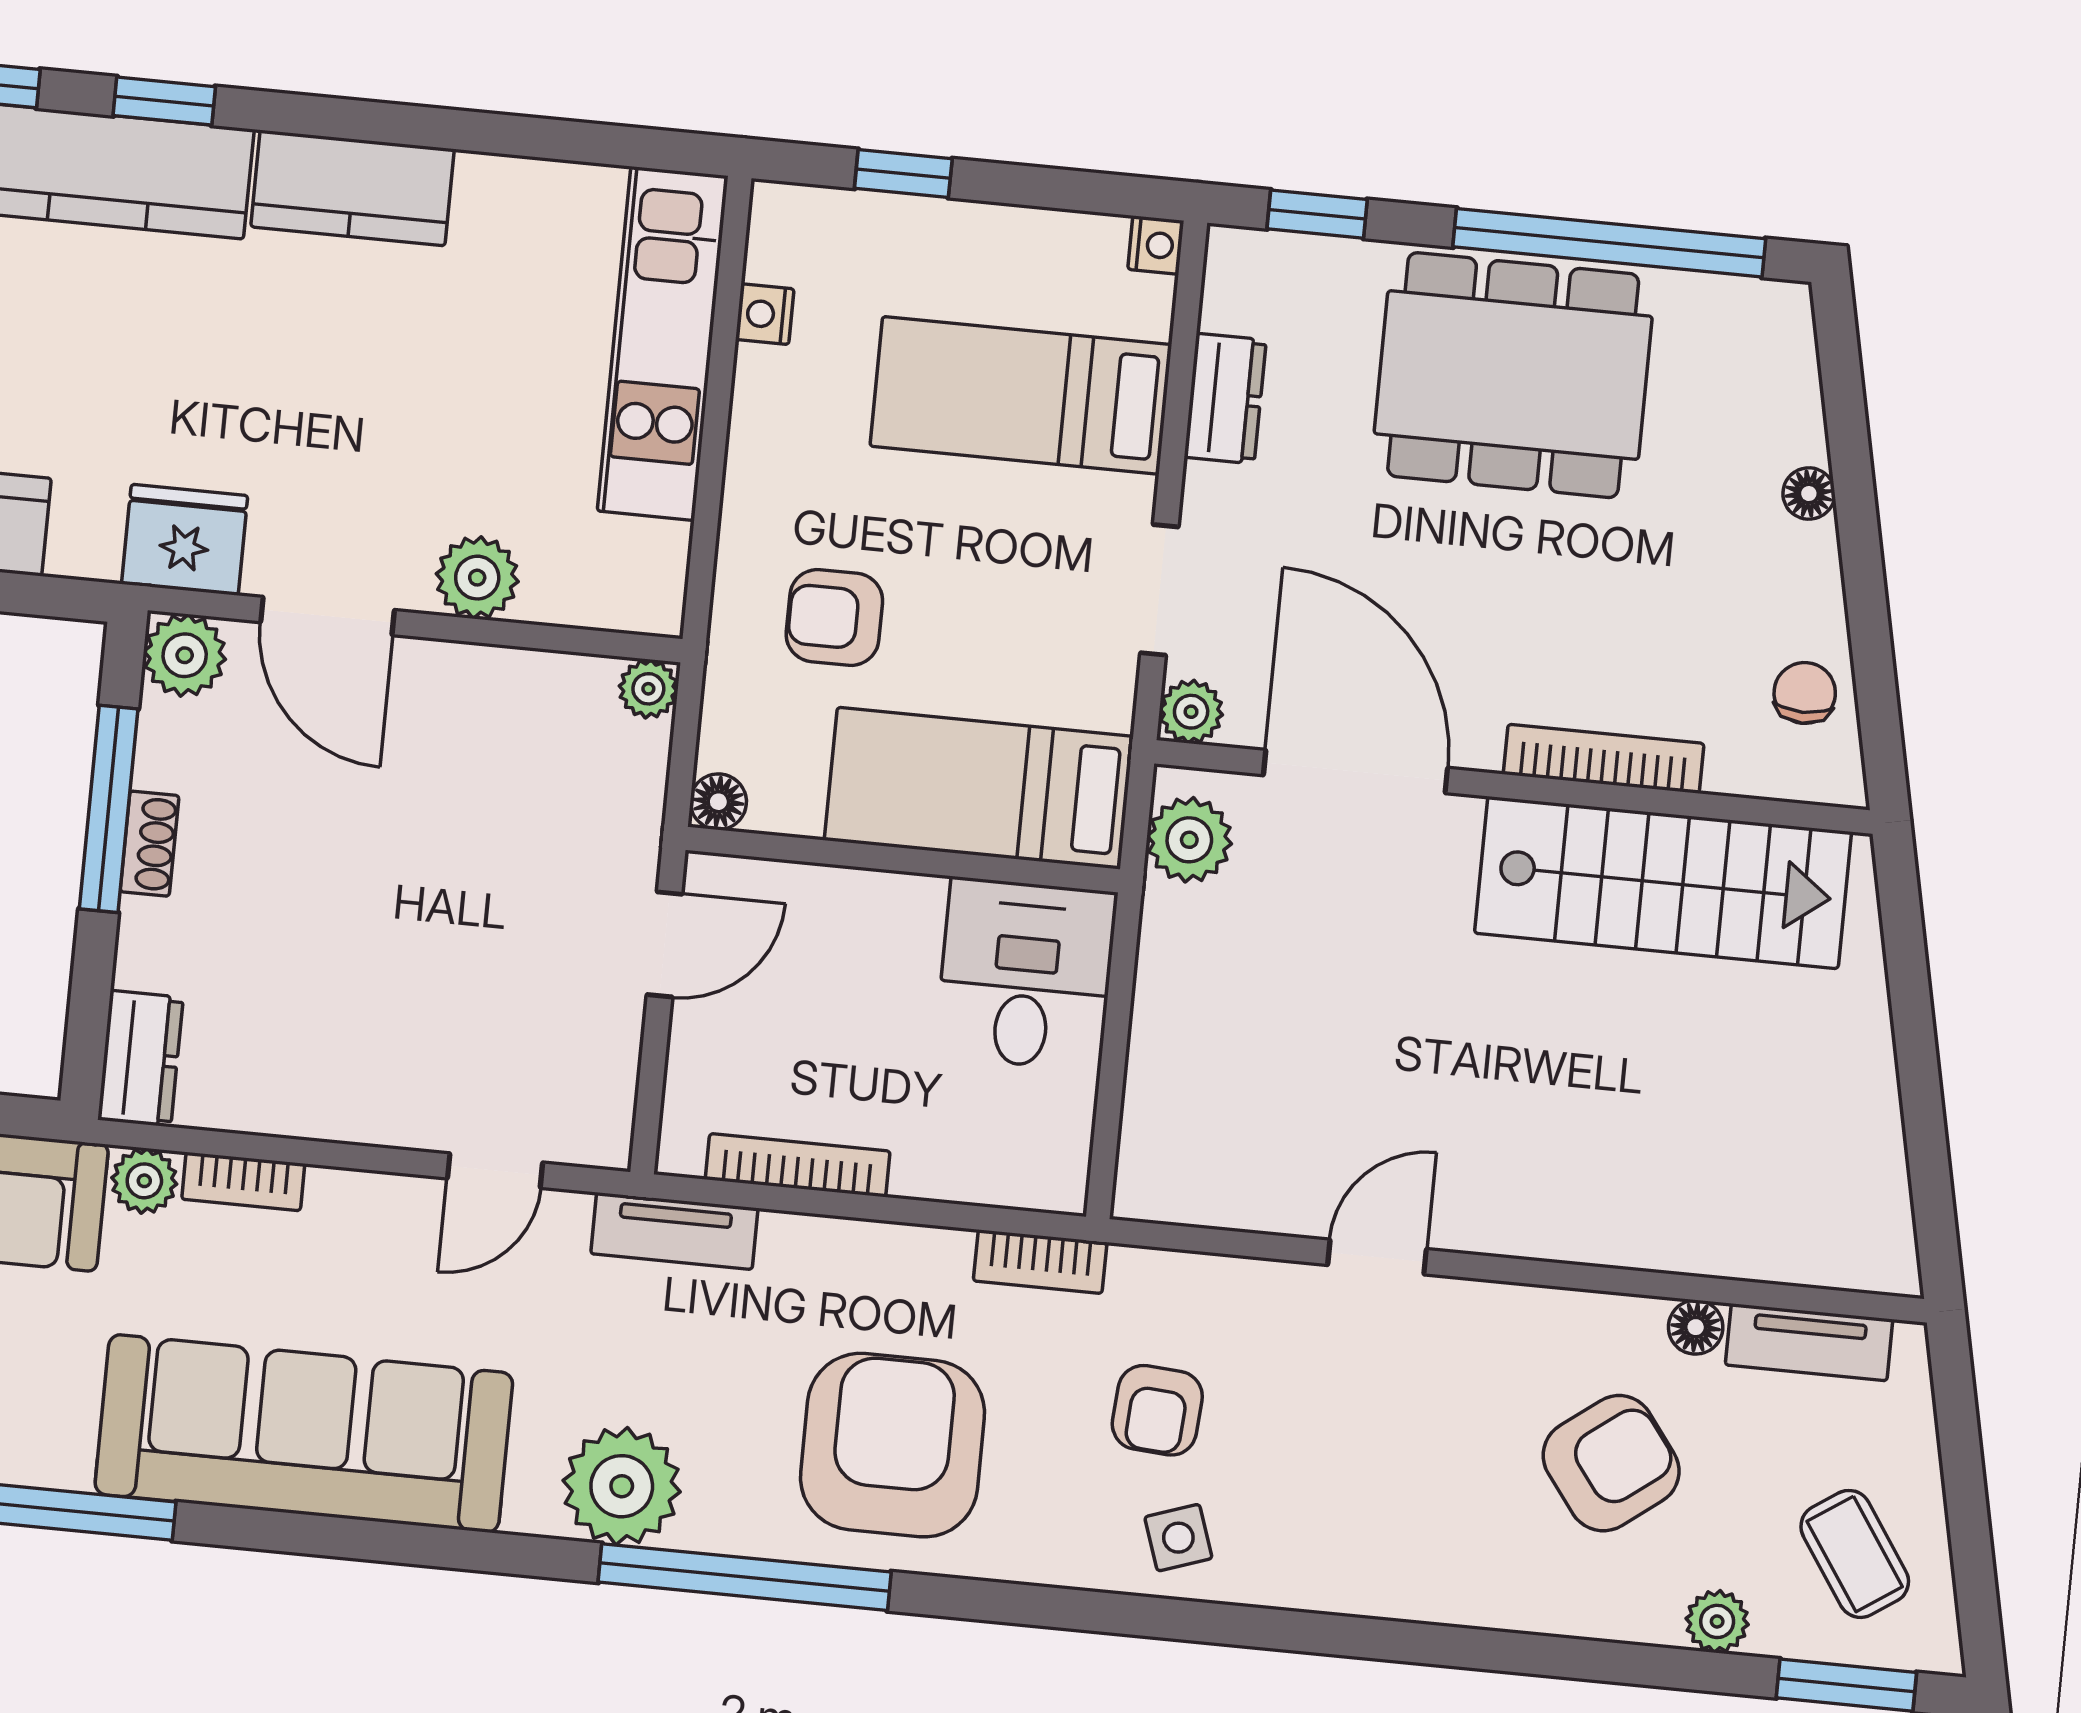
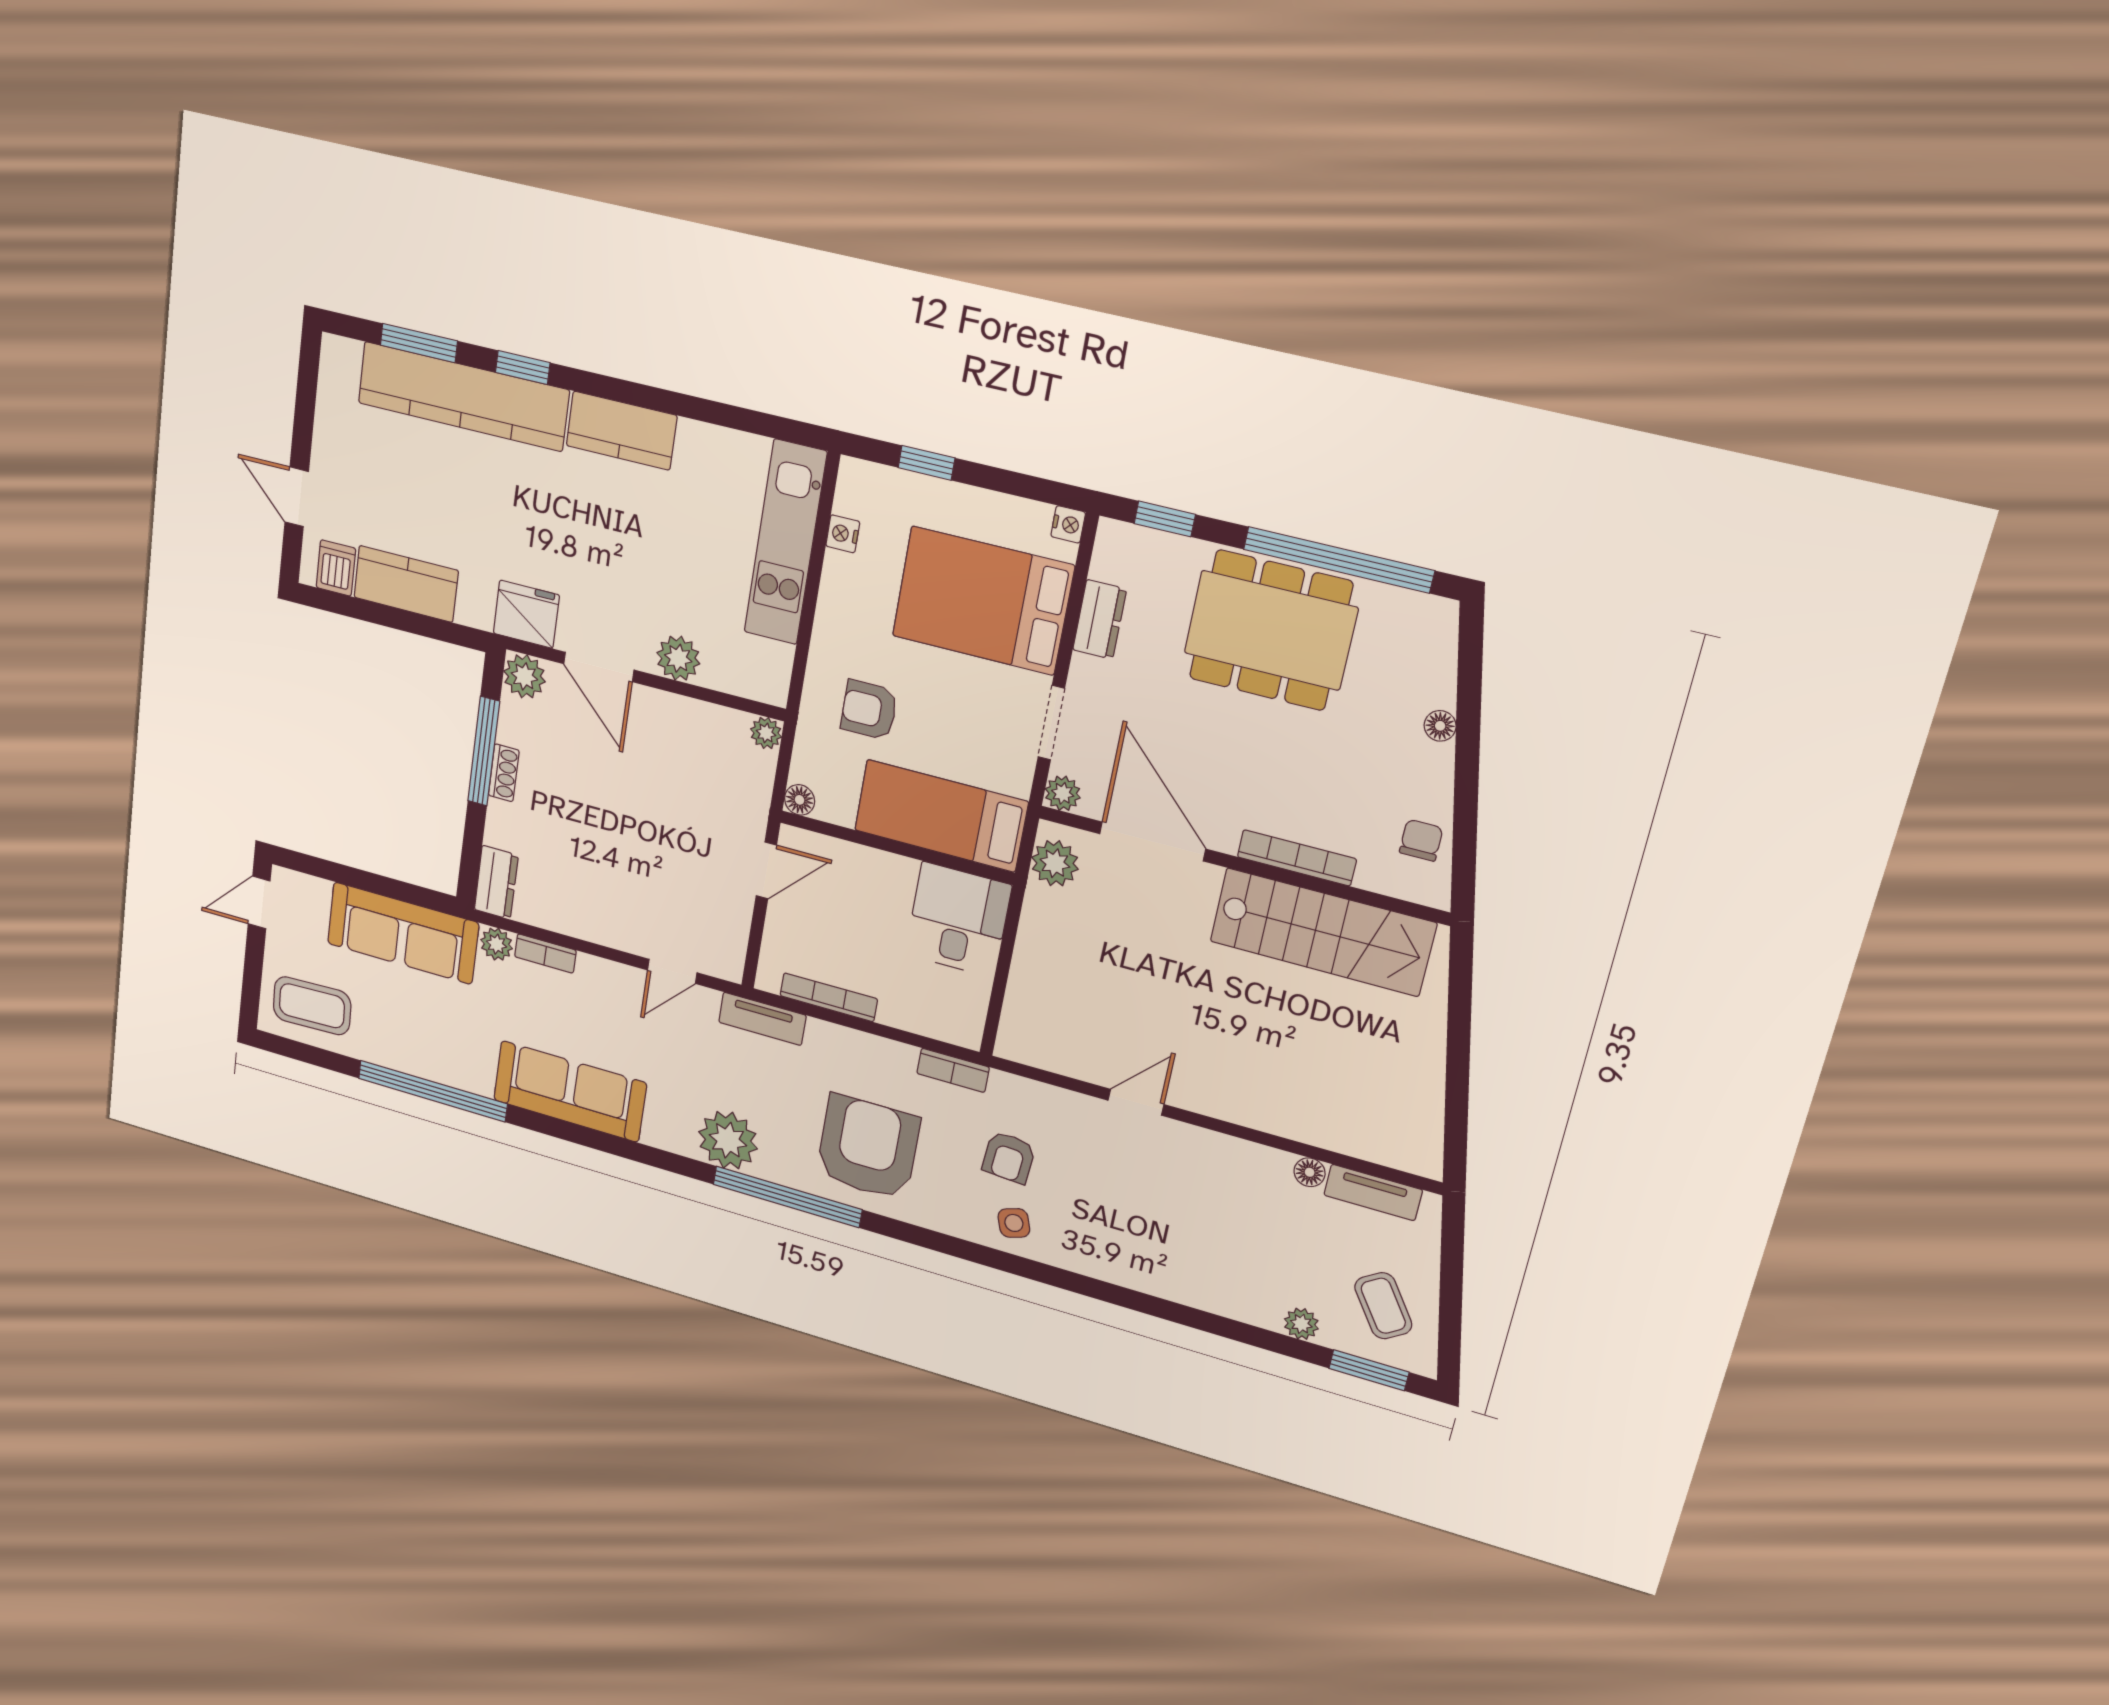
bed: (1021, 395) -> (983, 601), width x1.50
sofa: (304, 1433) -> (570, 1091), width x0.74, depth x0.79
armchair: (1611, 1463) -> (1253, 1233), removed

